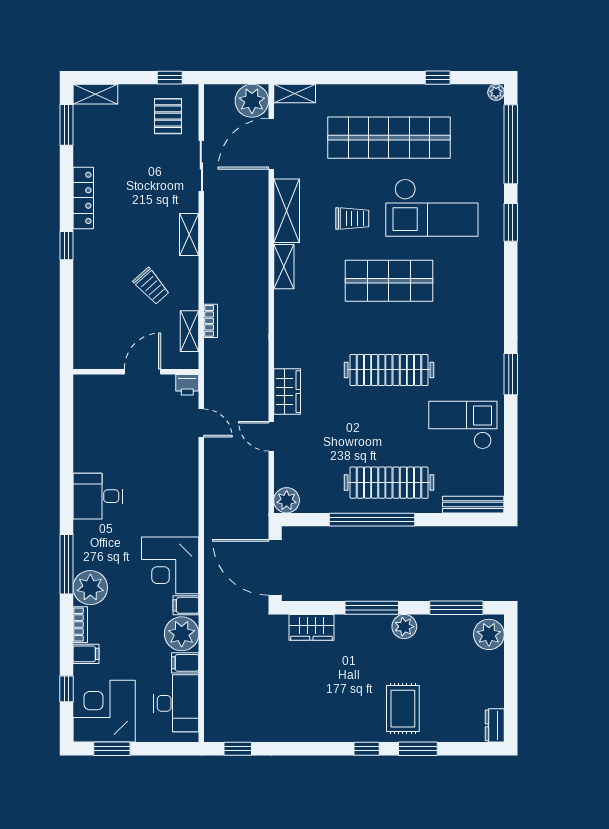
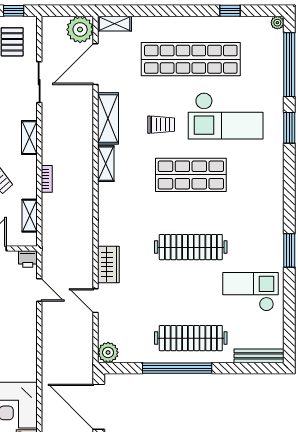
bookcase: (211, 321) -> (47, 179), moved

